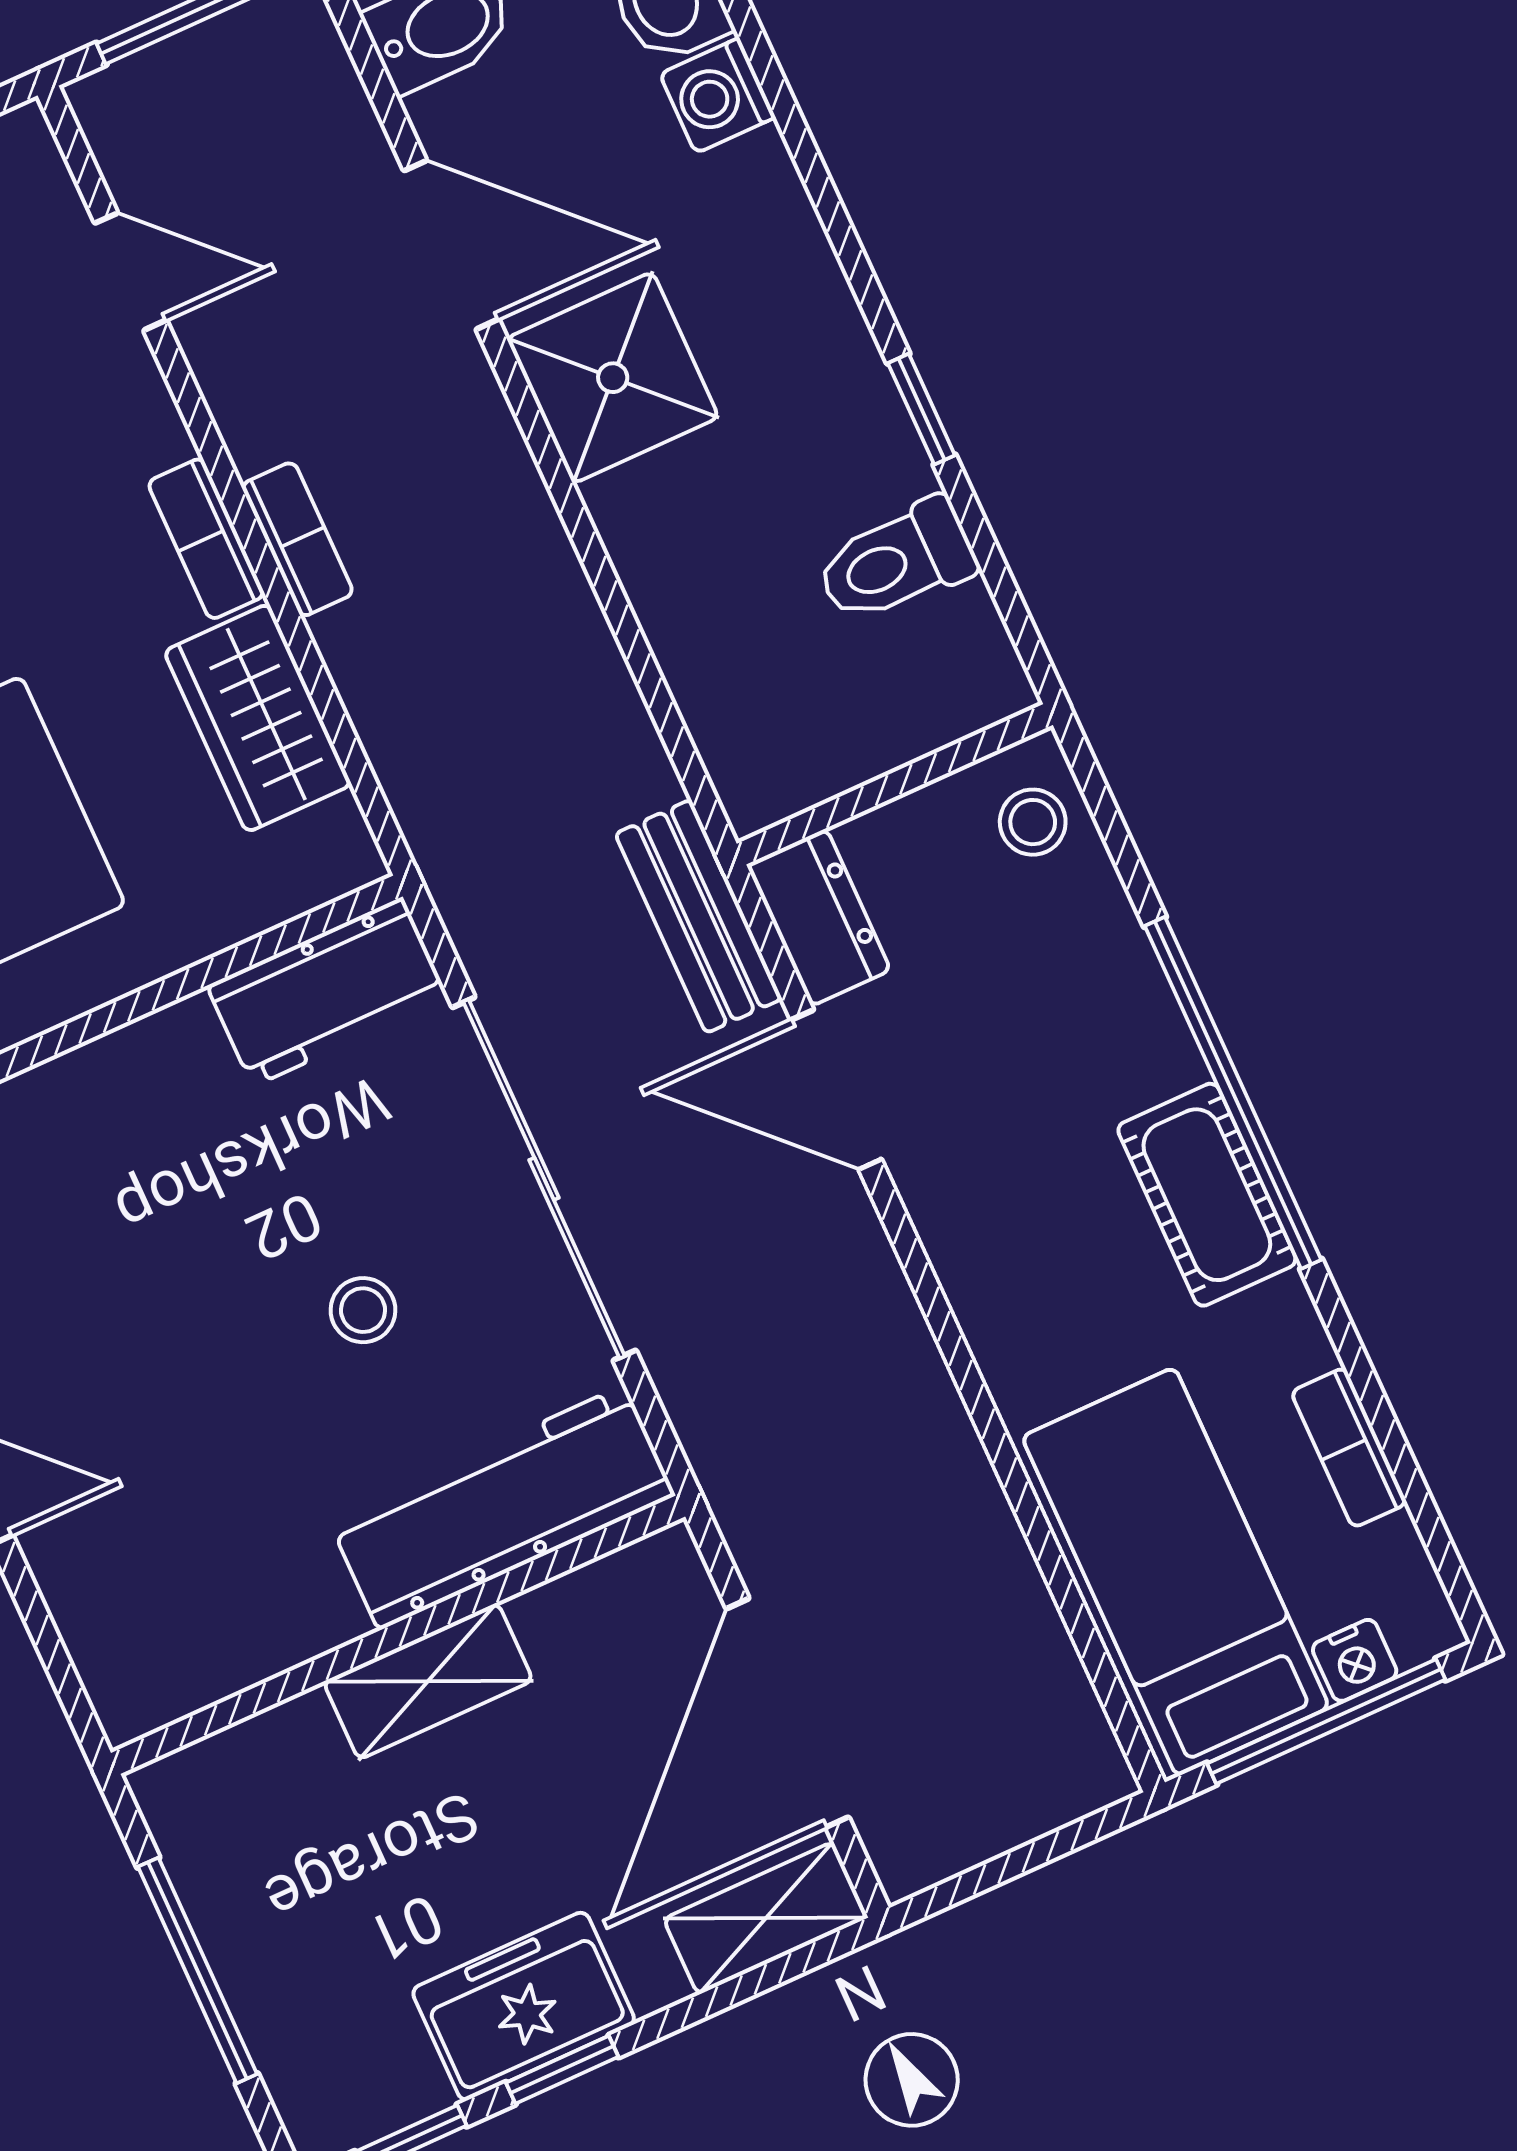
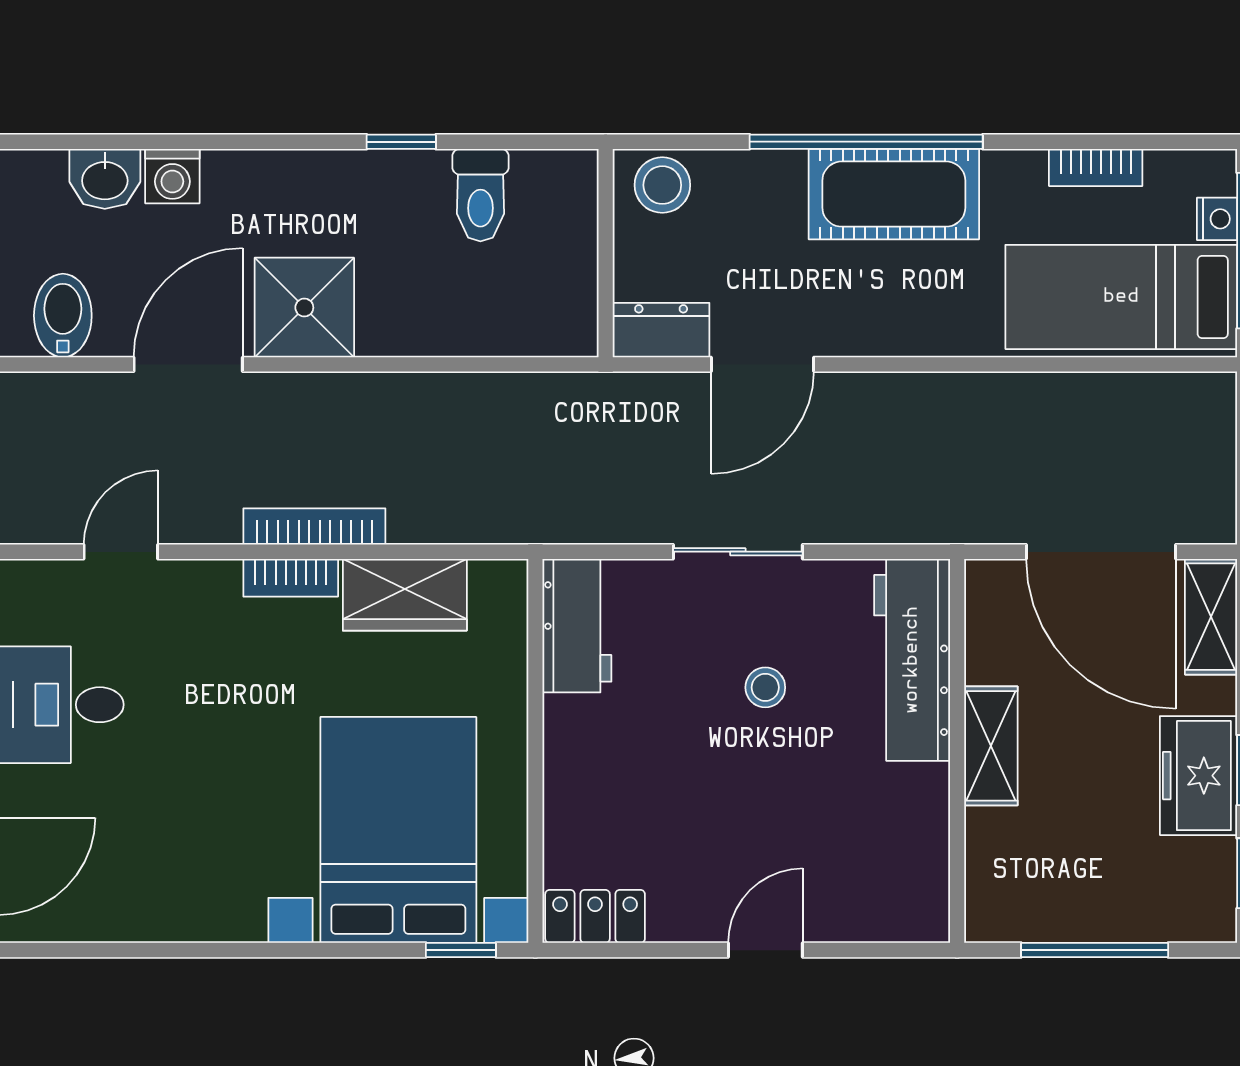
bookcase: (297, 539) -> (314, 527), width x1.56
stool: (1033, 822) -> (662, 185), width x1.37, depth x1.37
bench: (699, 916) -> (630, 397), removed
sliding door: (544, 1179) -> (738, 552), width x0.54
cot: (1207, 1195) -> (894, 194), width x1.37, depth x1.34

